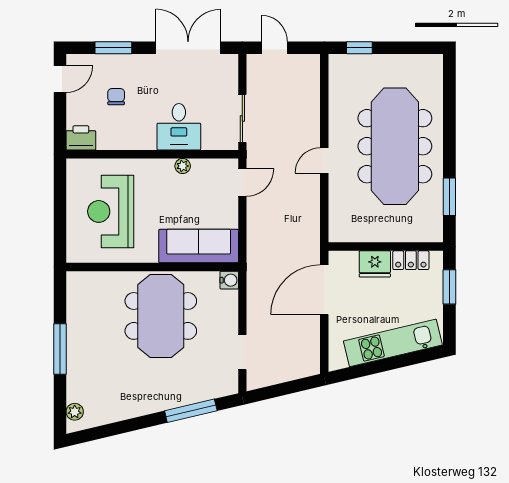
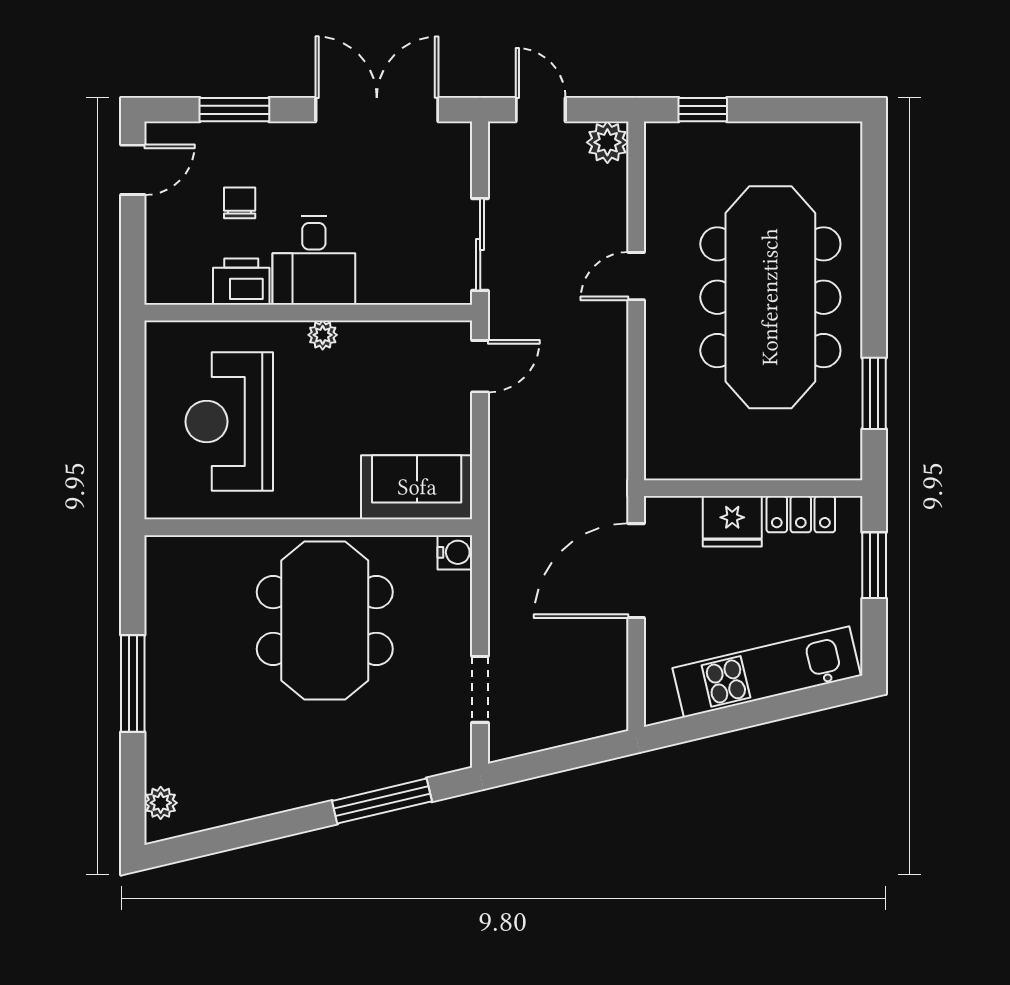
plant: (309, 65) -> (607, 142), added
desk: (179, 127) -> (314, 260), moved
printer: (81, 138) -> (241, 282), moved
door: (324, 160) -> (636, 276), moved
plant: (183, 166) -> (323, 335), moved
sofa: (199, 246) -> (417, 487), width x0.73

